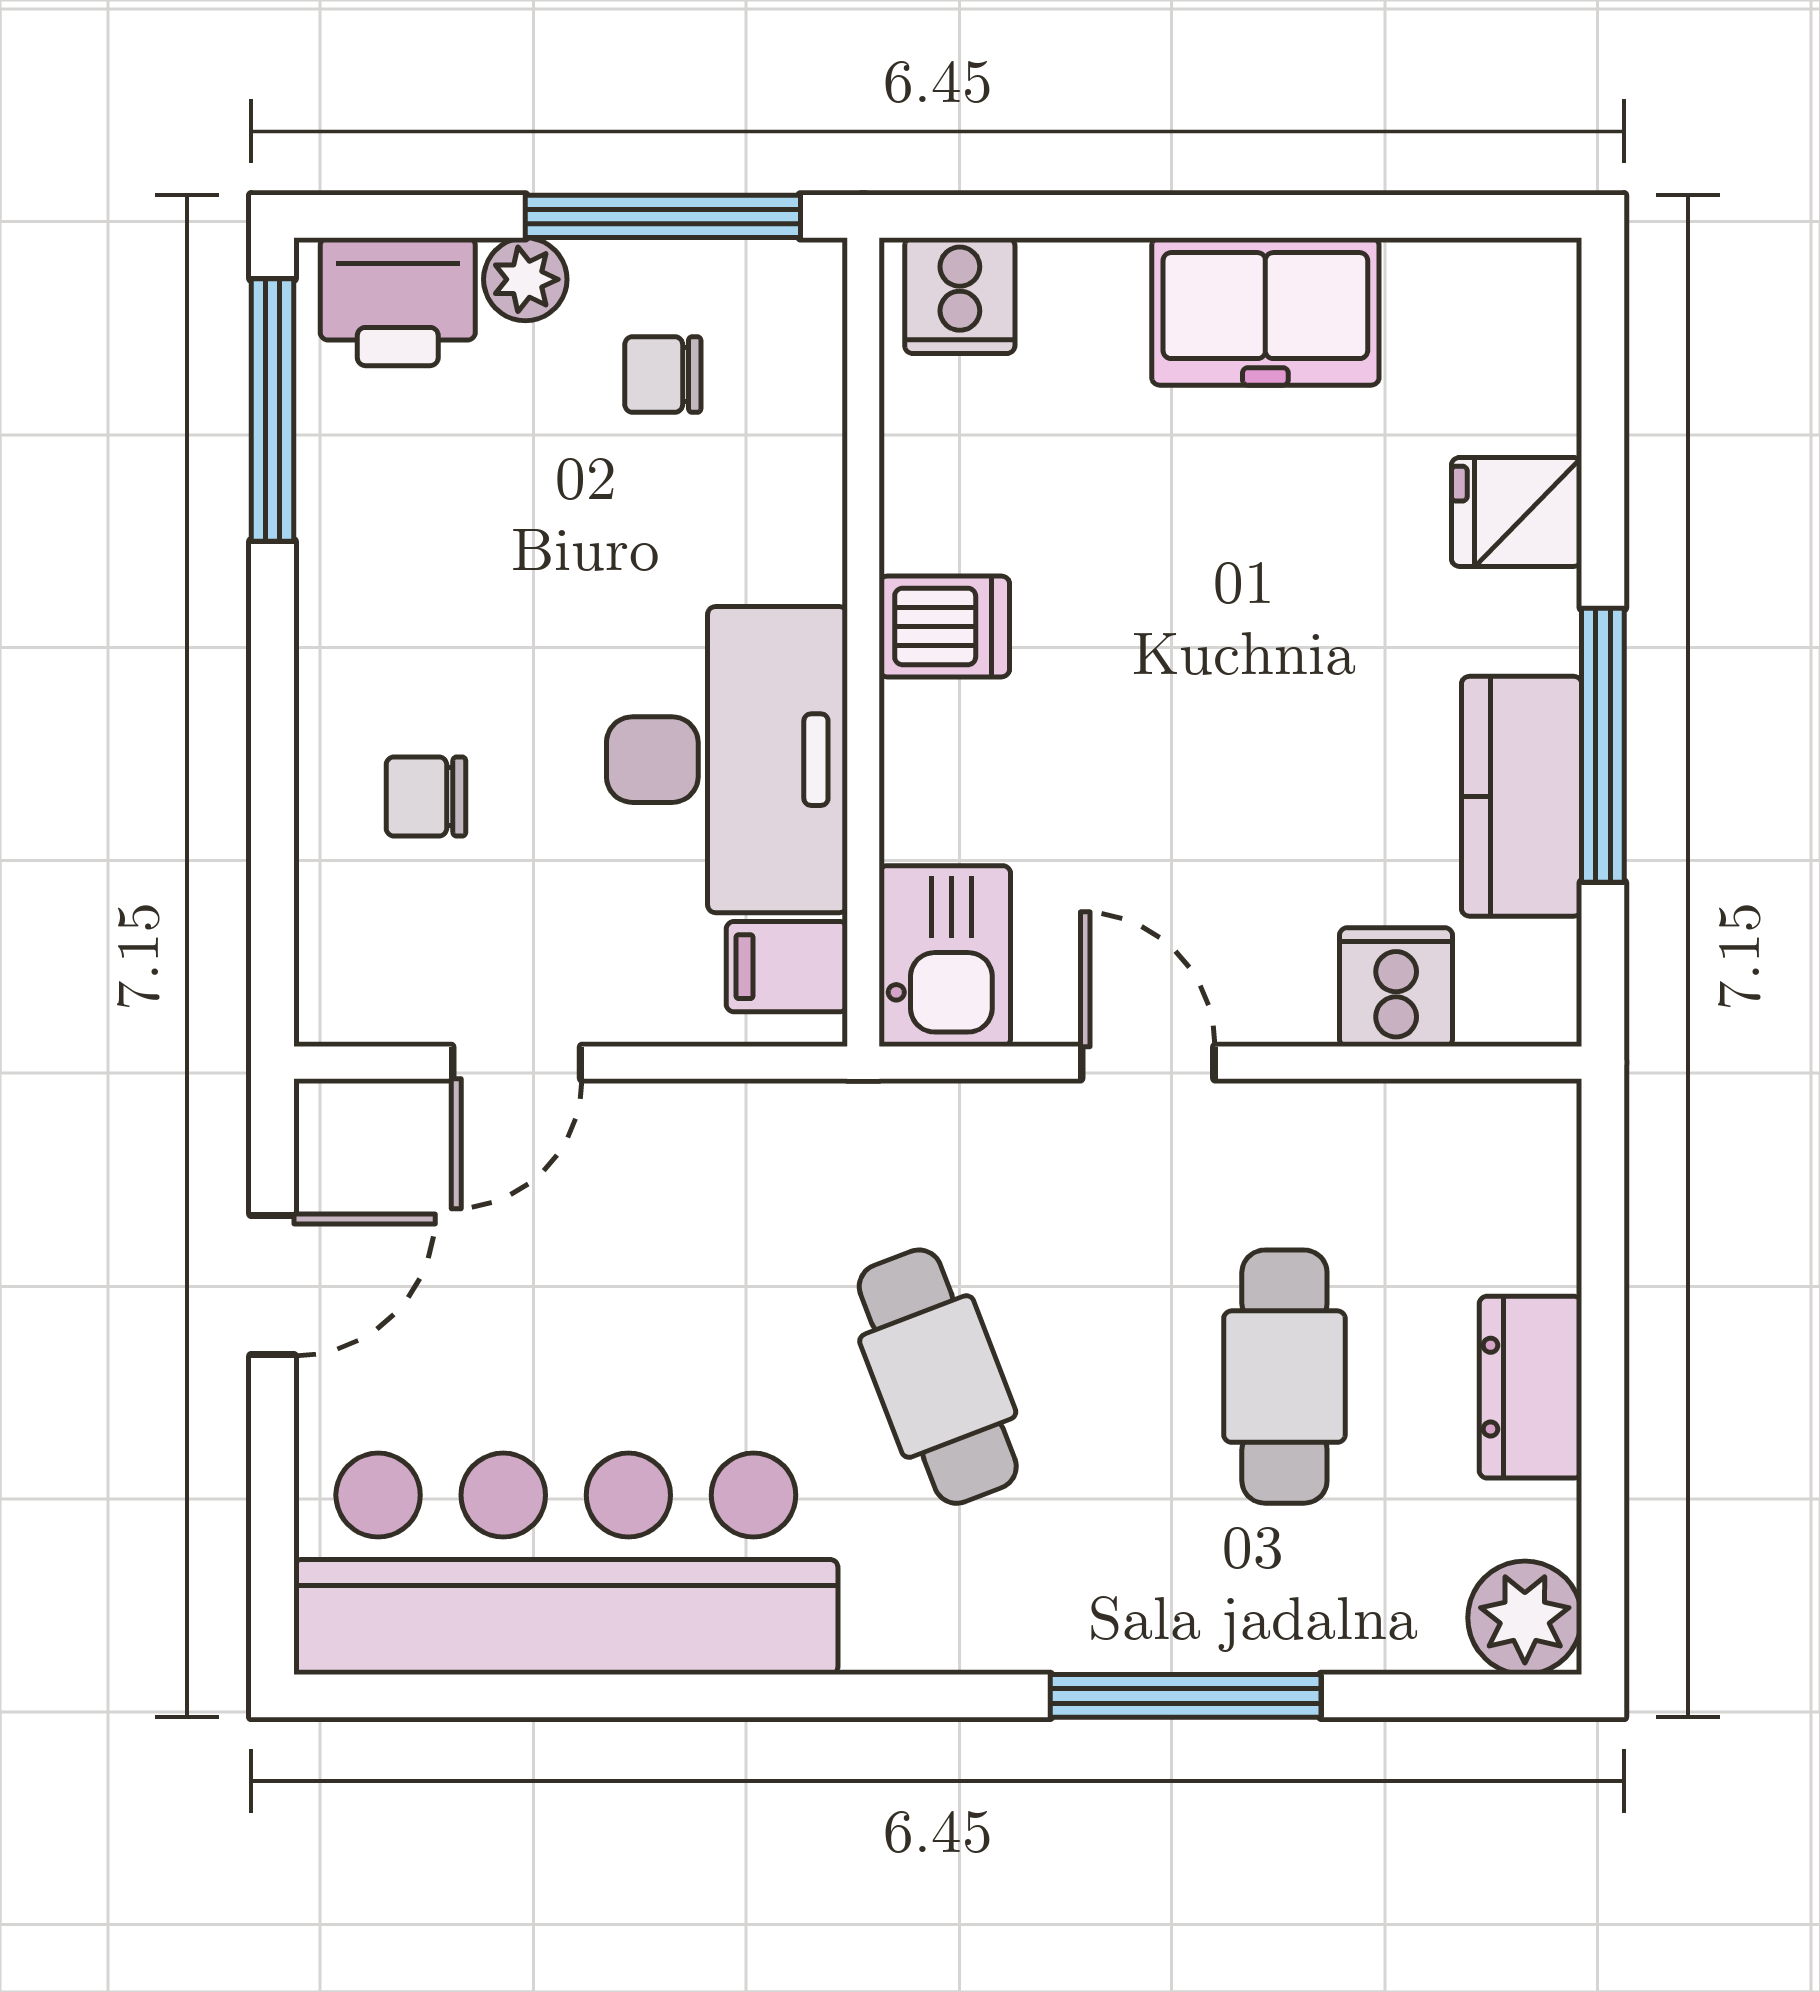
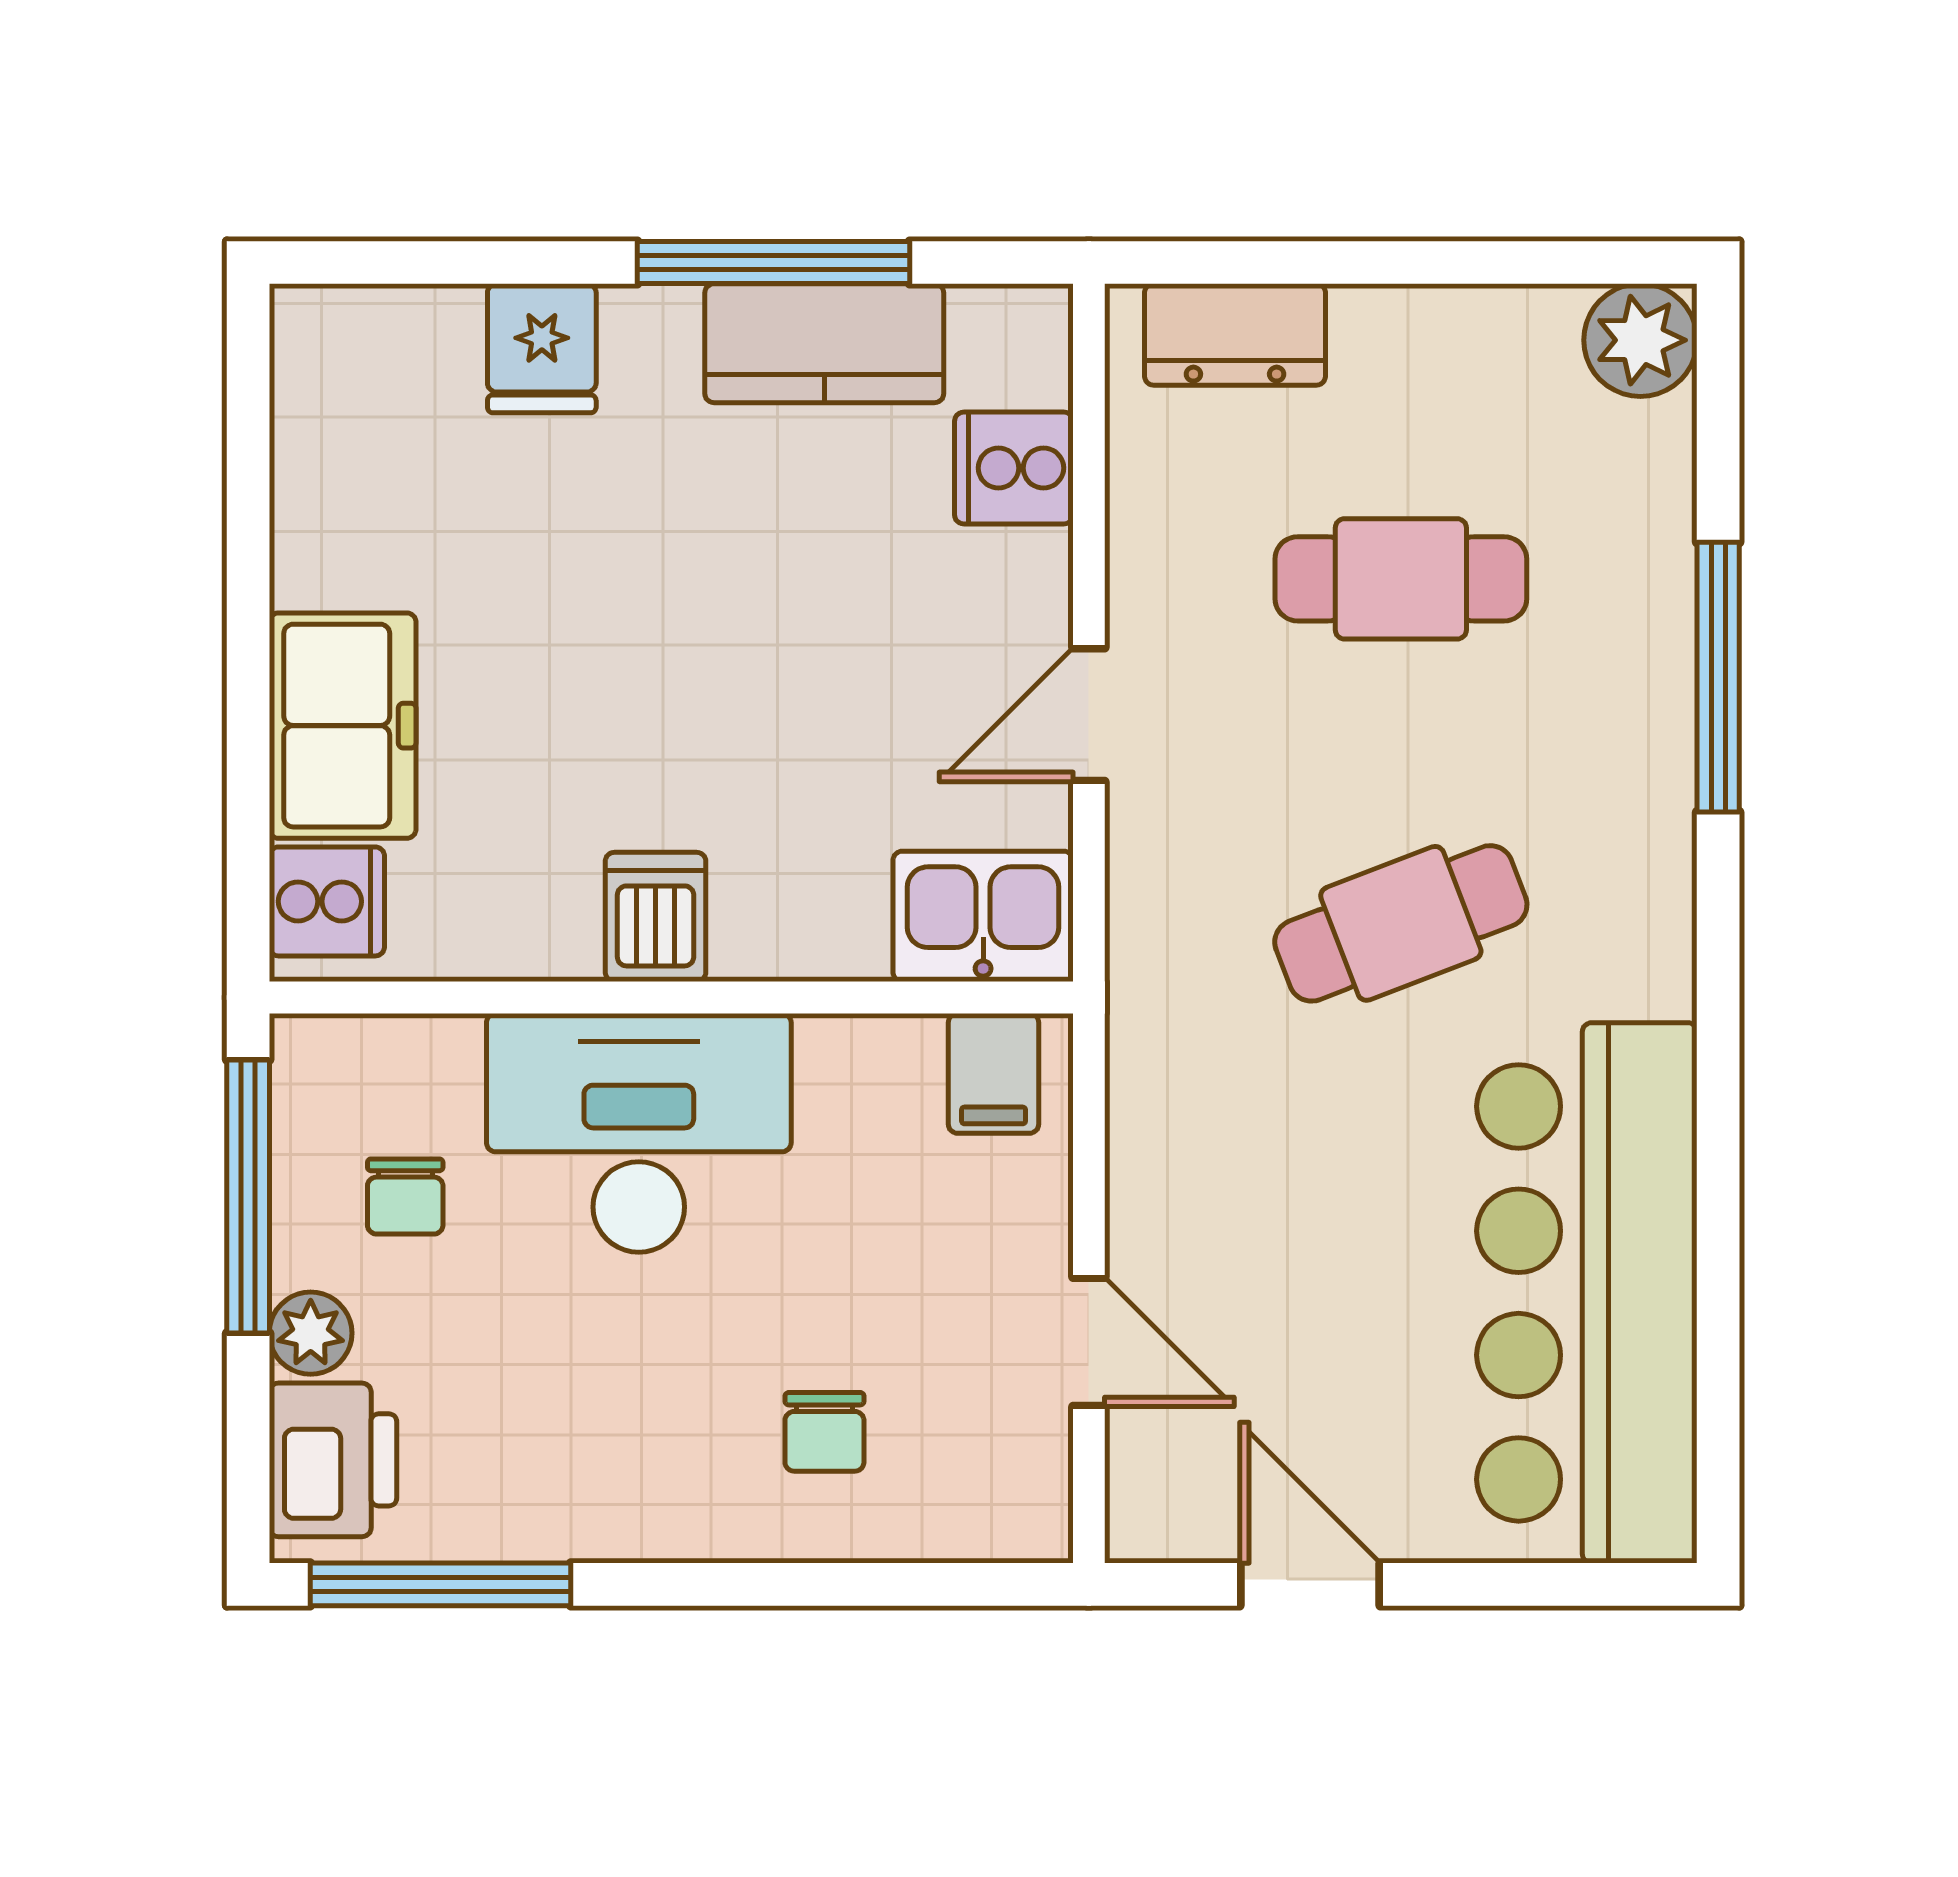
freezer: (1265, 312) -> (343, 726), moved
desk: (727, 760) -> (639, 1133), moved
dresser: (1530, 1387) -> (1235, 334), moved

